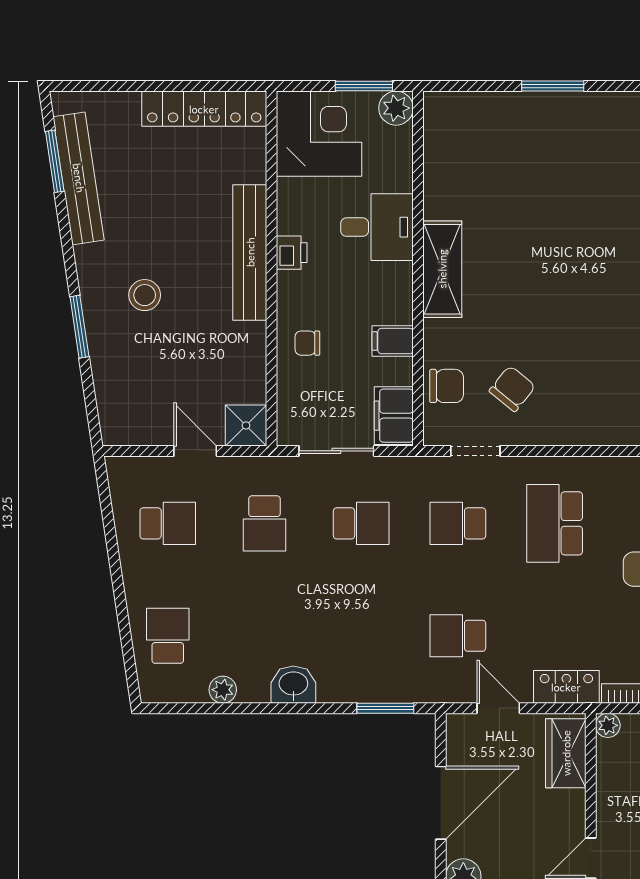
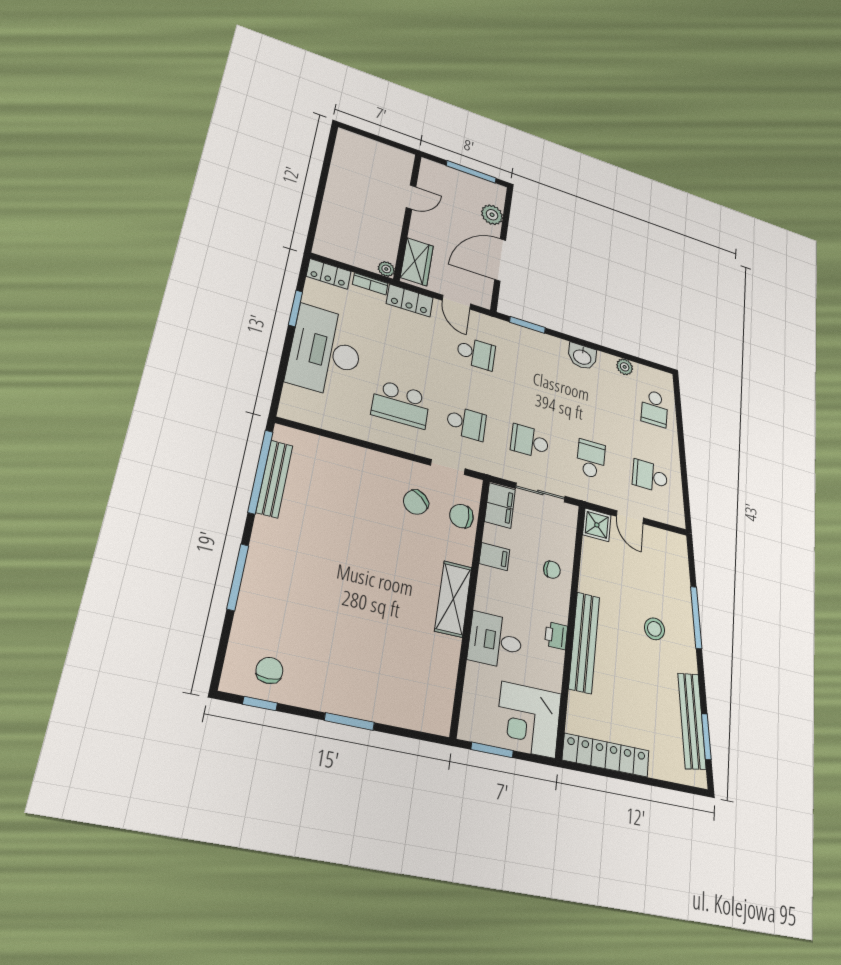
plant: (396, 108) -> (471, 728), removed
window: (79, 327) -> (696, 617), width x1.44
school desk: (555, 523) -> (401, 404), turned 90

